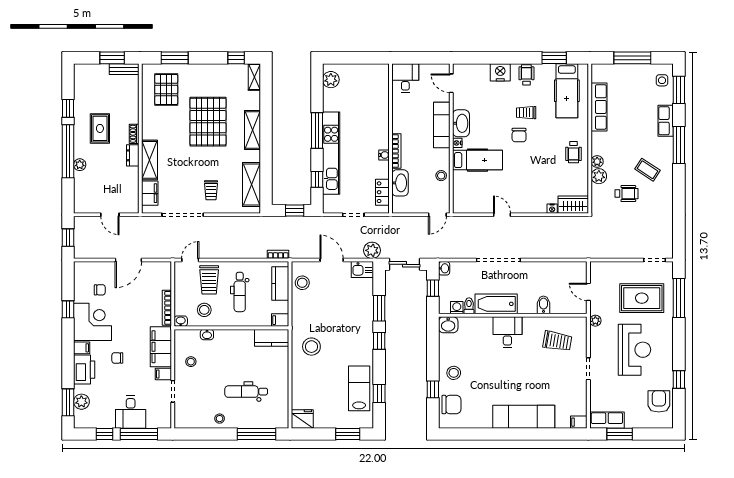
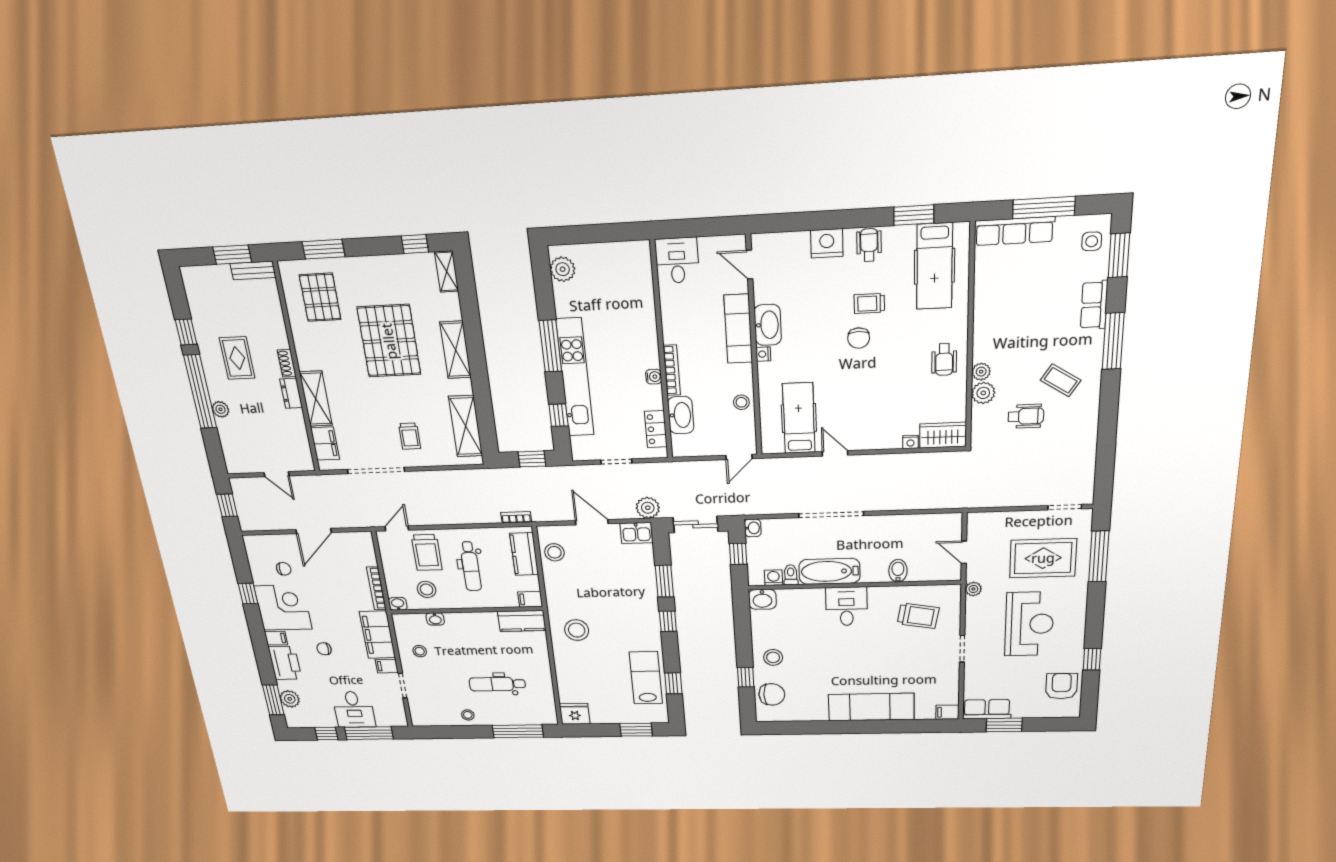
row of seats: (599, 107) -> (1014, 231), moved, turned 90
hospital bed: (478, 160) -> (799, 418), moved, turned -90

